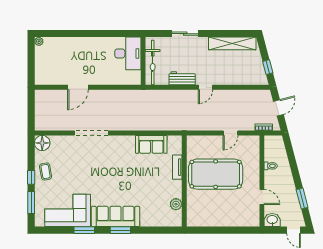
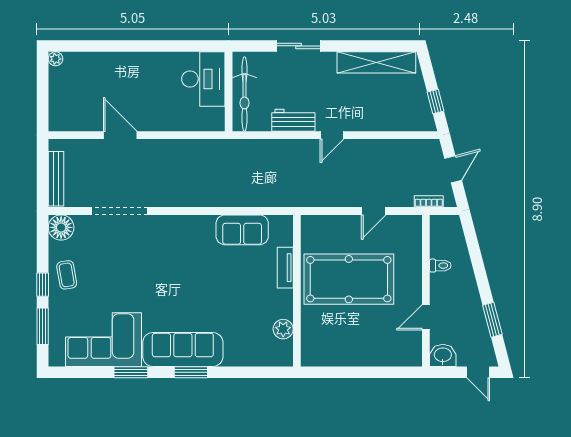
door: (78, 87) -> (120, 135), swing flipped
bench: (39, 114) -> (56, 179), added
doorway: (91, 133) -> (120, 211), moved
door: (262, 197) -> (426, 317), swing flipped

